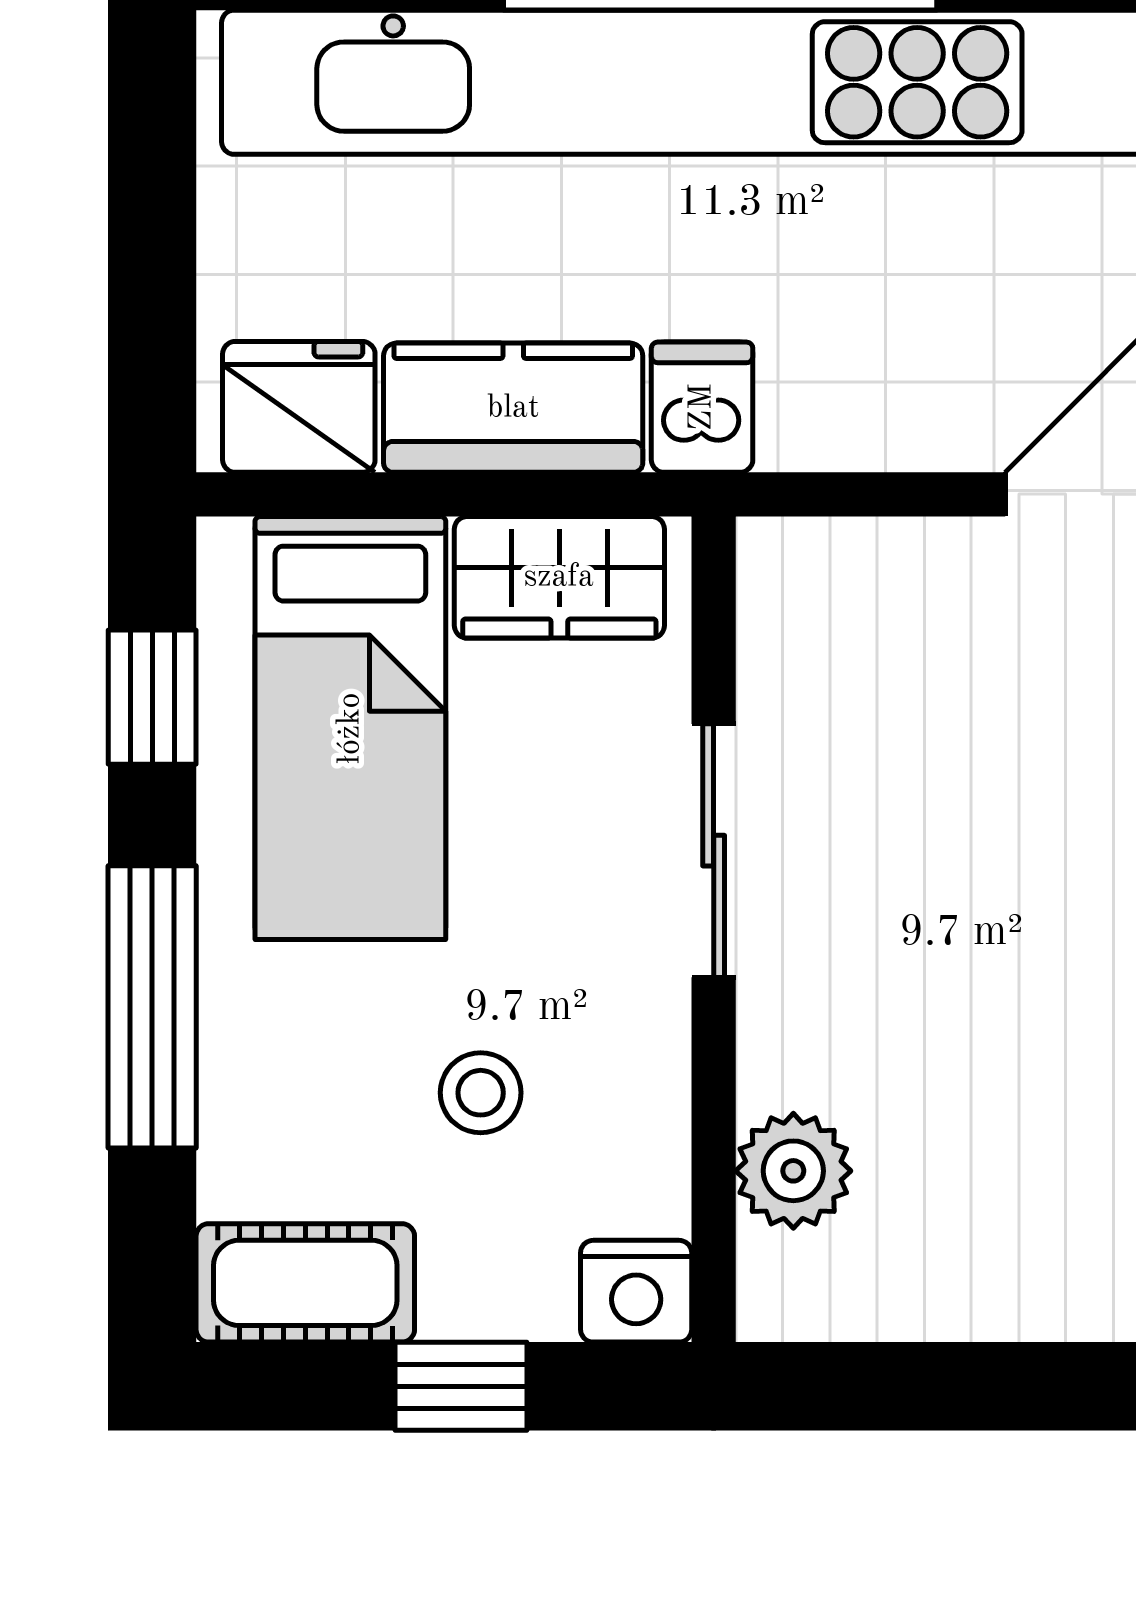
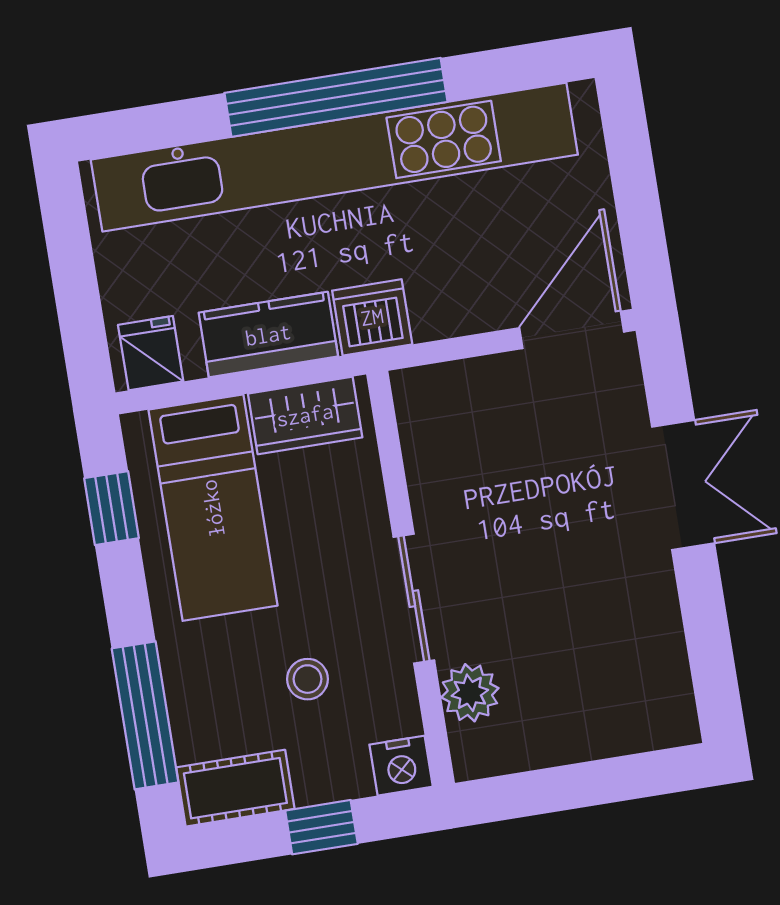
fridge: (299, 407) -> (151, 353), width x0.72
dishwasher: (702, 407) -> (372, 317), width x1.38
sliding door: (714, 851) -> (414, 599), moved
window: (152, 1007) -> (145, 715), moved

